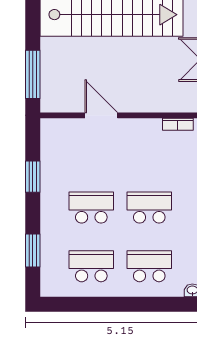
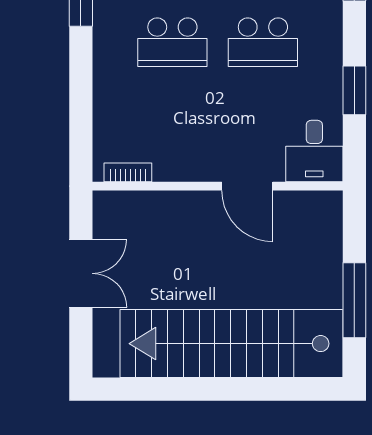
window: (33, 74) -> (354, 300), moved
desk: (58, 138) -> (314, 151), added

